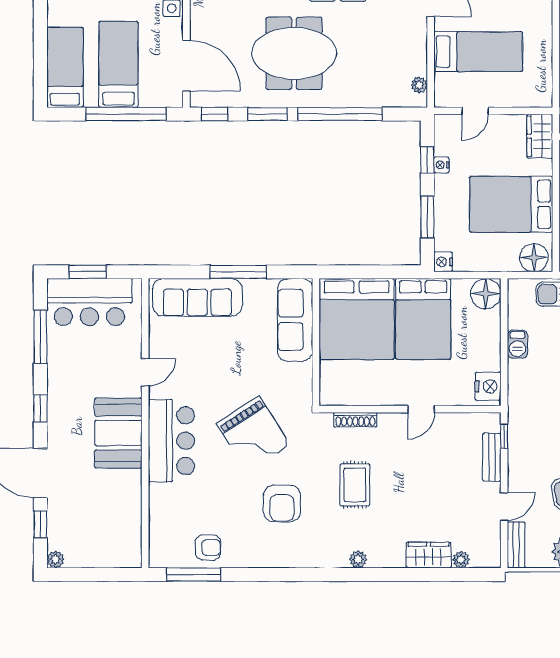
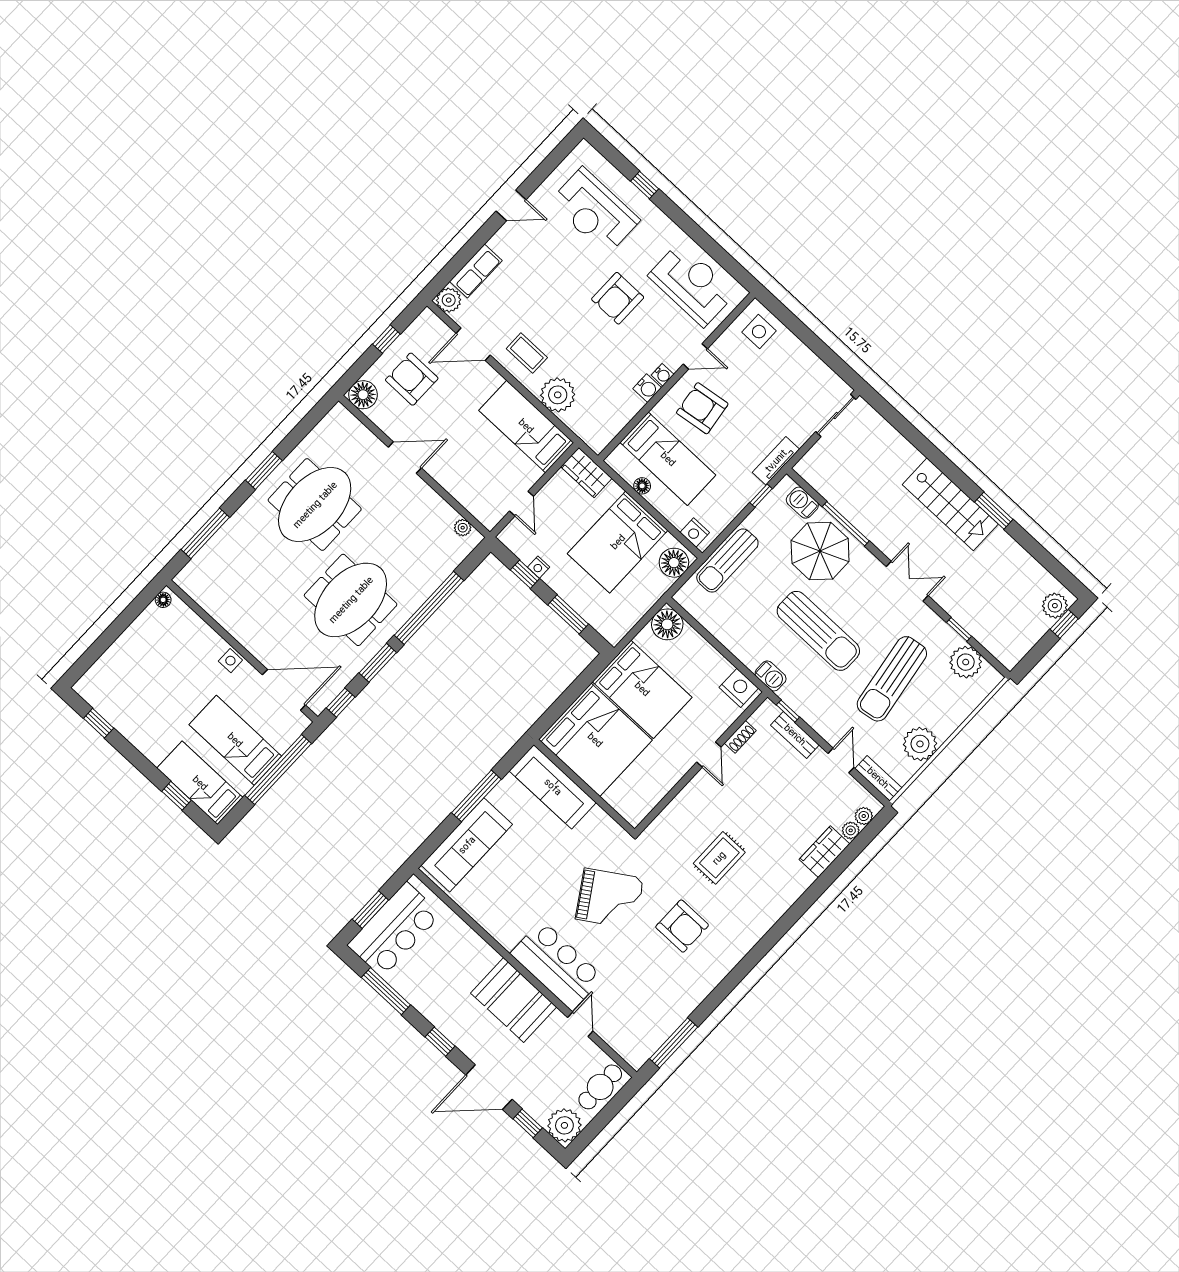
bed: (478, 52) -> (526, 426), moved, turned -90
window: (40, 59) -> (176, 796), added
nightstand: (443, 262) -> (613, 634), removed
barbecue: (517, 344) -> (771, 676), moved
door: (145, 372) -> (580, 1024), moved
shoe rack: (355, 420) -> (740, 737), moved, width x0.70
rug: (355, 485) -> (719, 858), turned 90
armchair: (208, 547) -> (663, 1013), removed
cafe table: (114, 552) -> (600, 1087), added
plant: (56, 559) -> (564, 1125), width x1.88, depth x1.88
plant: (358, 559) -> (864, 816), moved

